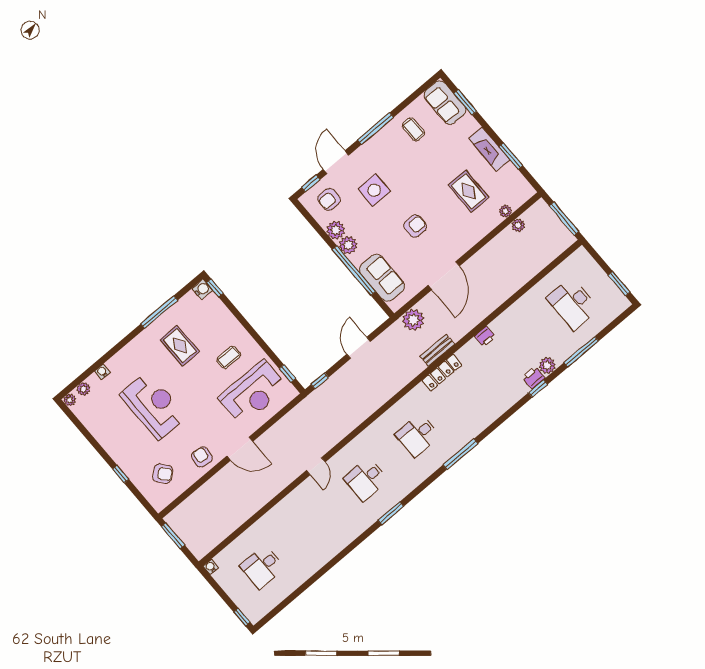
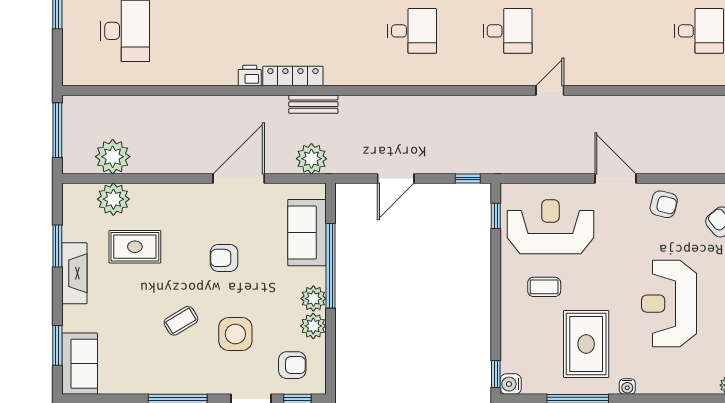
coffee table: (413, 129) -> (181, 321), moved, turned 59
rug: (469, 191) -> (135, 247), turned 90
plant: (506, 211) -> (113, 199), width x1.87, depth x1.87
plant: (518, 225) -> (113, 157), width x1.87, depth x1.87
rug: (180, 346) -> (586, 344), width x1.36, depth x1.43
water cooler: (102, 372) -> (627, 386), moved
locker: (442, 373) -> (293, 76), moved
armchair: (202, 457) -> (664, 204), turned -83

